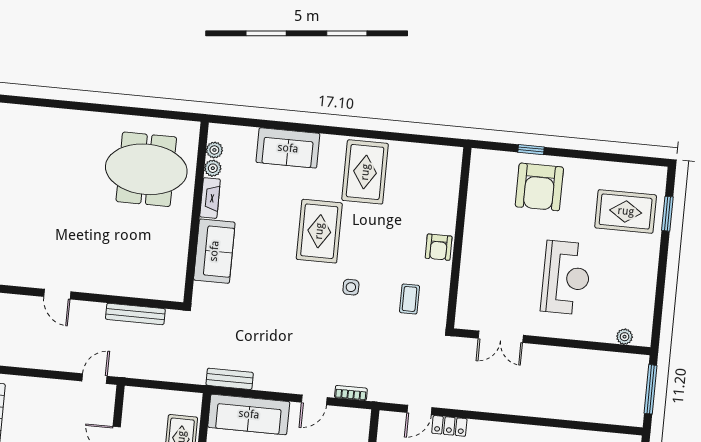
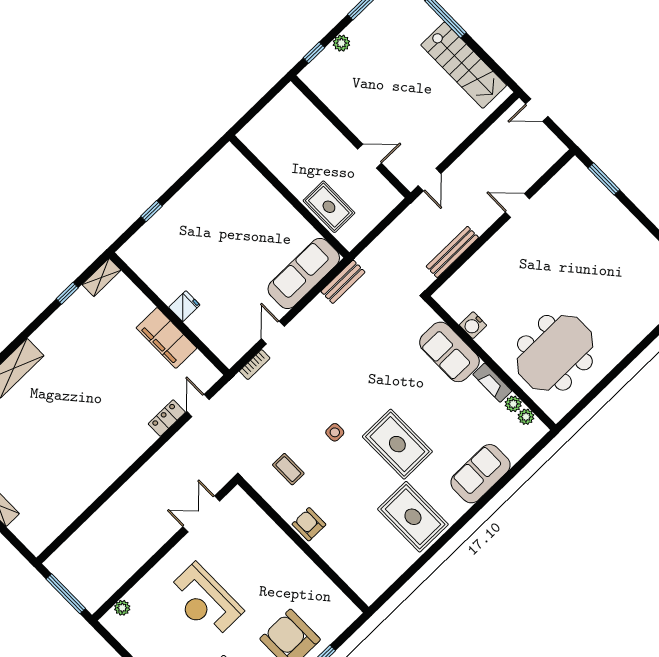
water cooler: (178, 250) -> (473, 325), added

